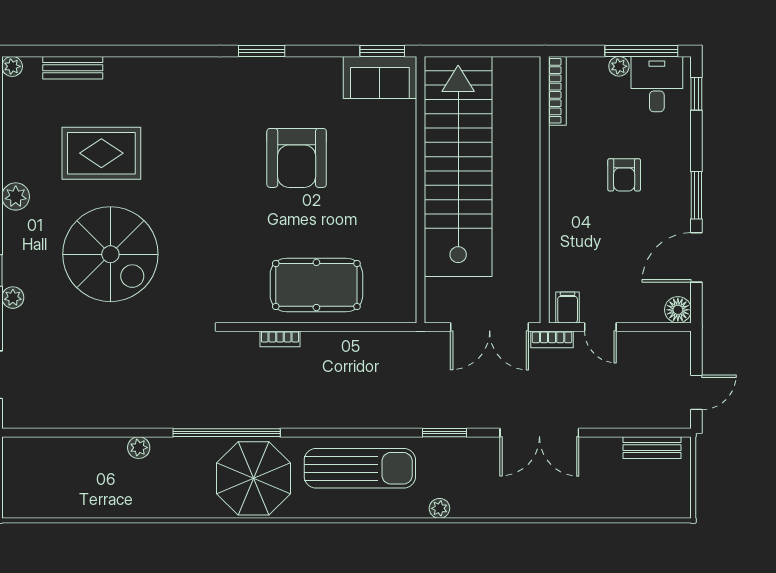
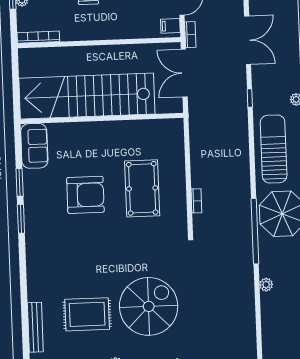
window: (382, 51) -> (20, 182), moved
bench: (73, 68) -> (35, 327), width x1.36
rug: (101, 153) -> (87, 314), turned 90
pool table: (316, 285) -> (142, 188), moved
double door: (490, 327) -> (184, 73), swing flipped
window: (445, 433) -> (250, 98), width x0.67

